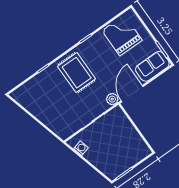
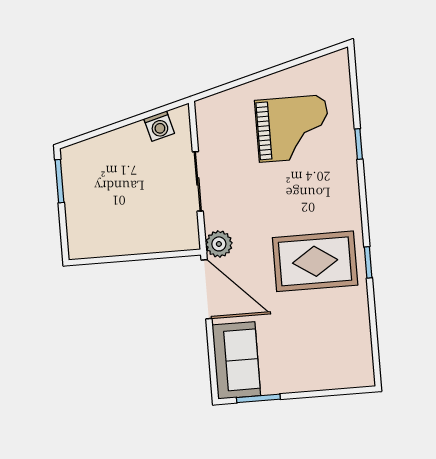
grand piano: (122, 35) -> (293, 129), moved
rug: (77, 73) -> (315, 261), moved

